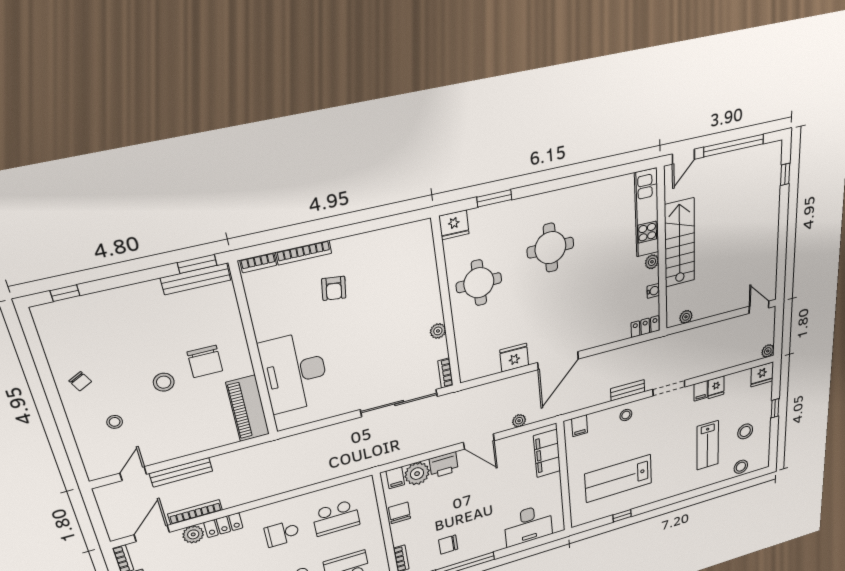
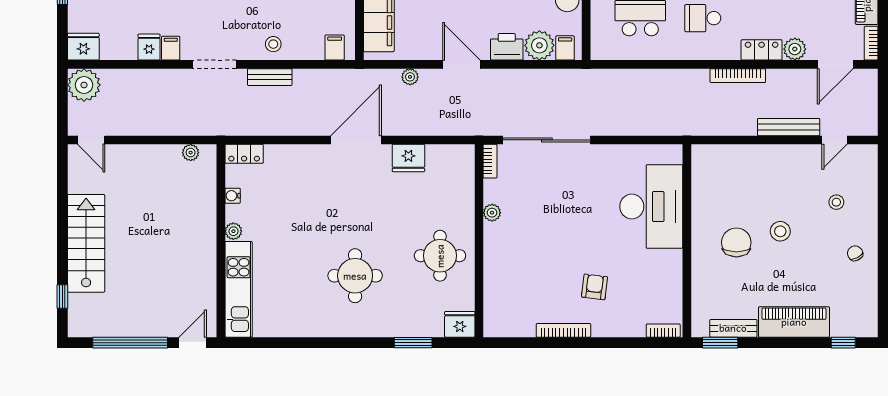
stairs: (680, 243) -> (86, 243), moved, turned 180
bookcase: (304, 253) -> (563, 330), moved
bench: (196, 279) -> (733, 328), width x0.73
plant: (768, 351) -> (84, 85), width x1.88, depth x1.88
piano: (248, 409) -> (794, 322), moved, turned -90
bookcase: (195, 512) -> (738, 76), moved
school desk: (282, 533) -> (703, 18), turned 180

